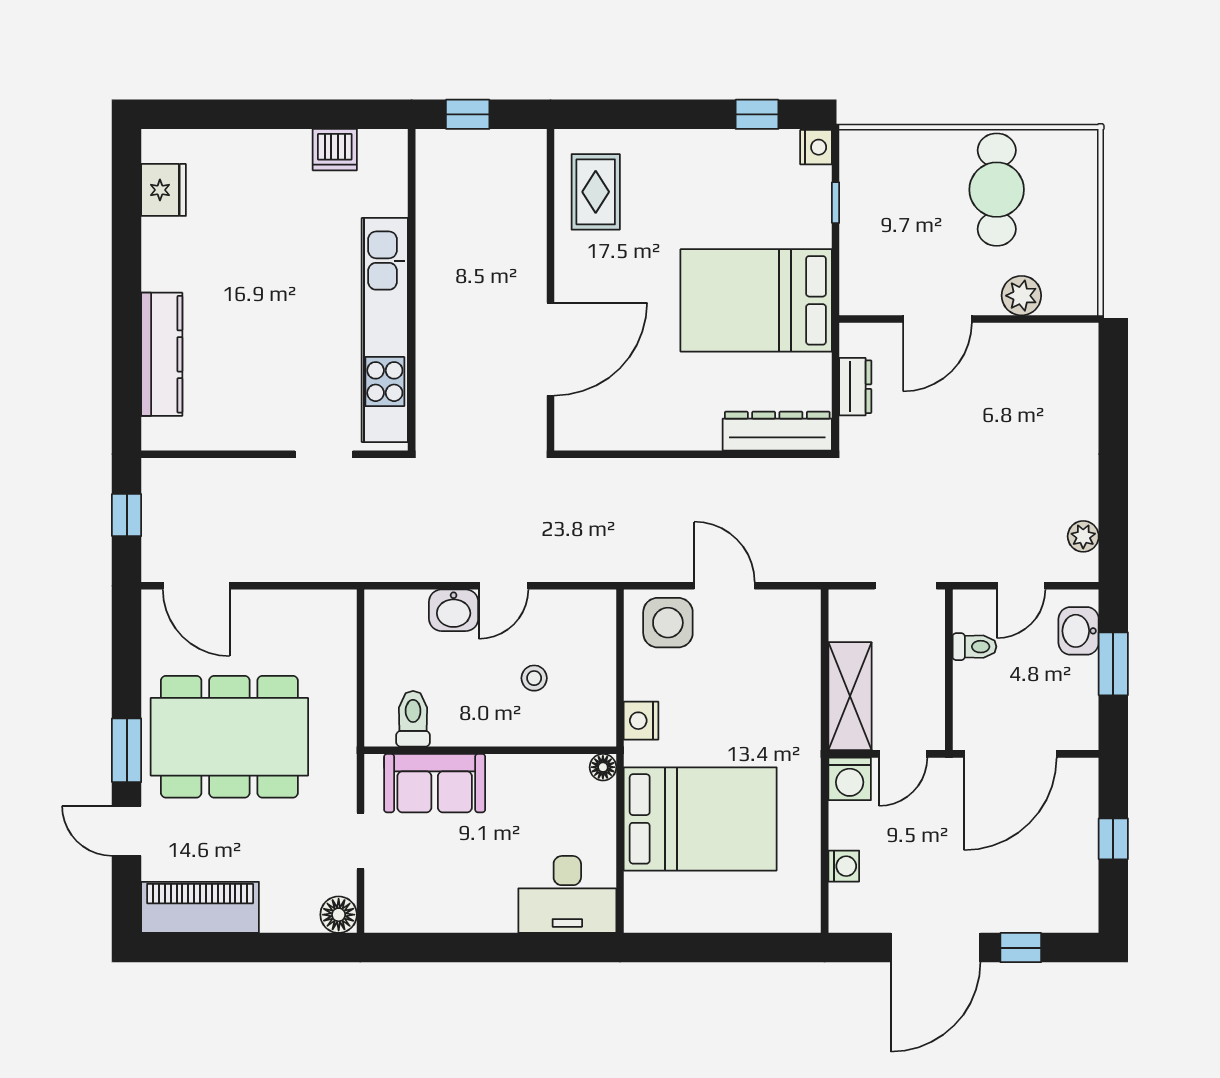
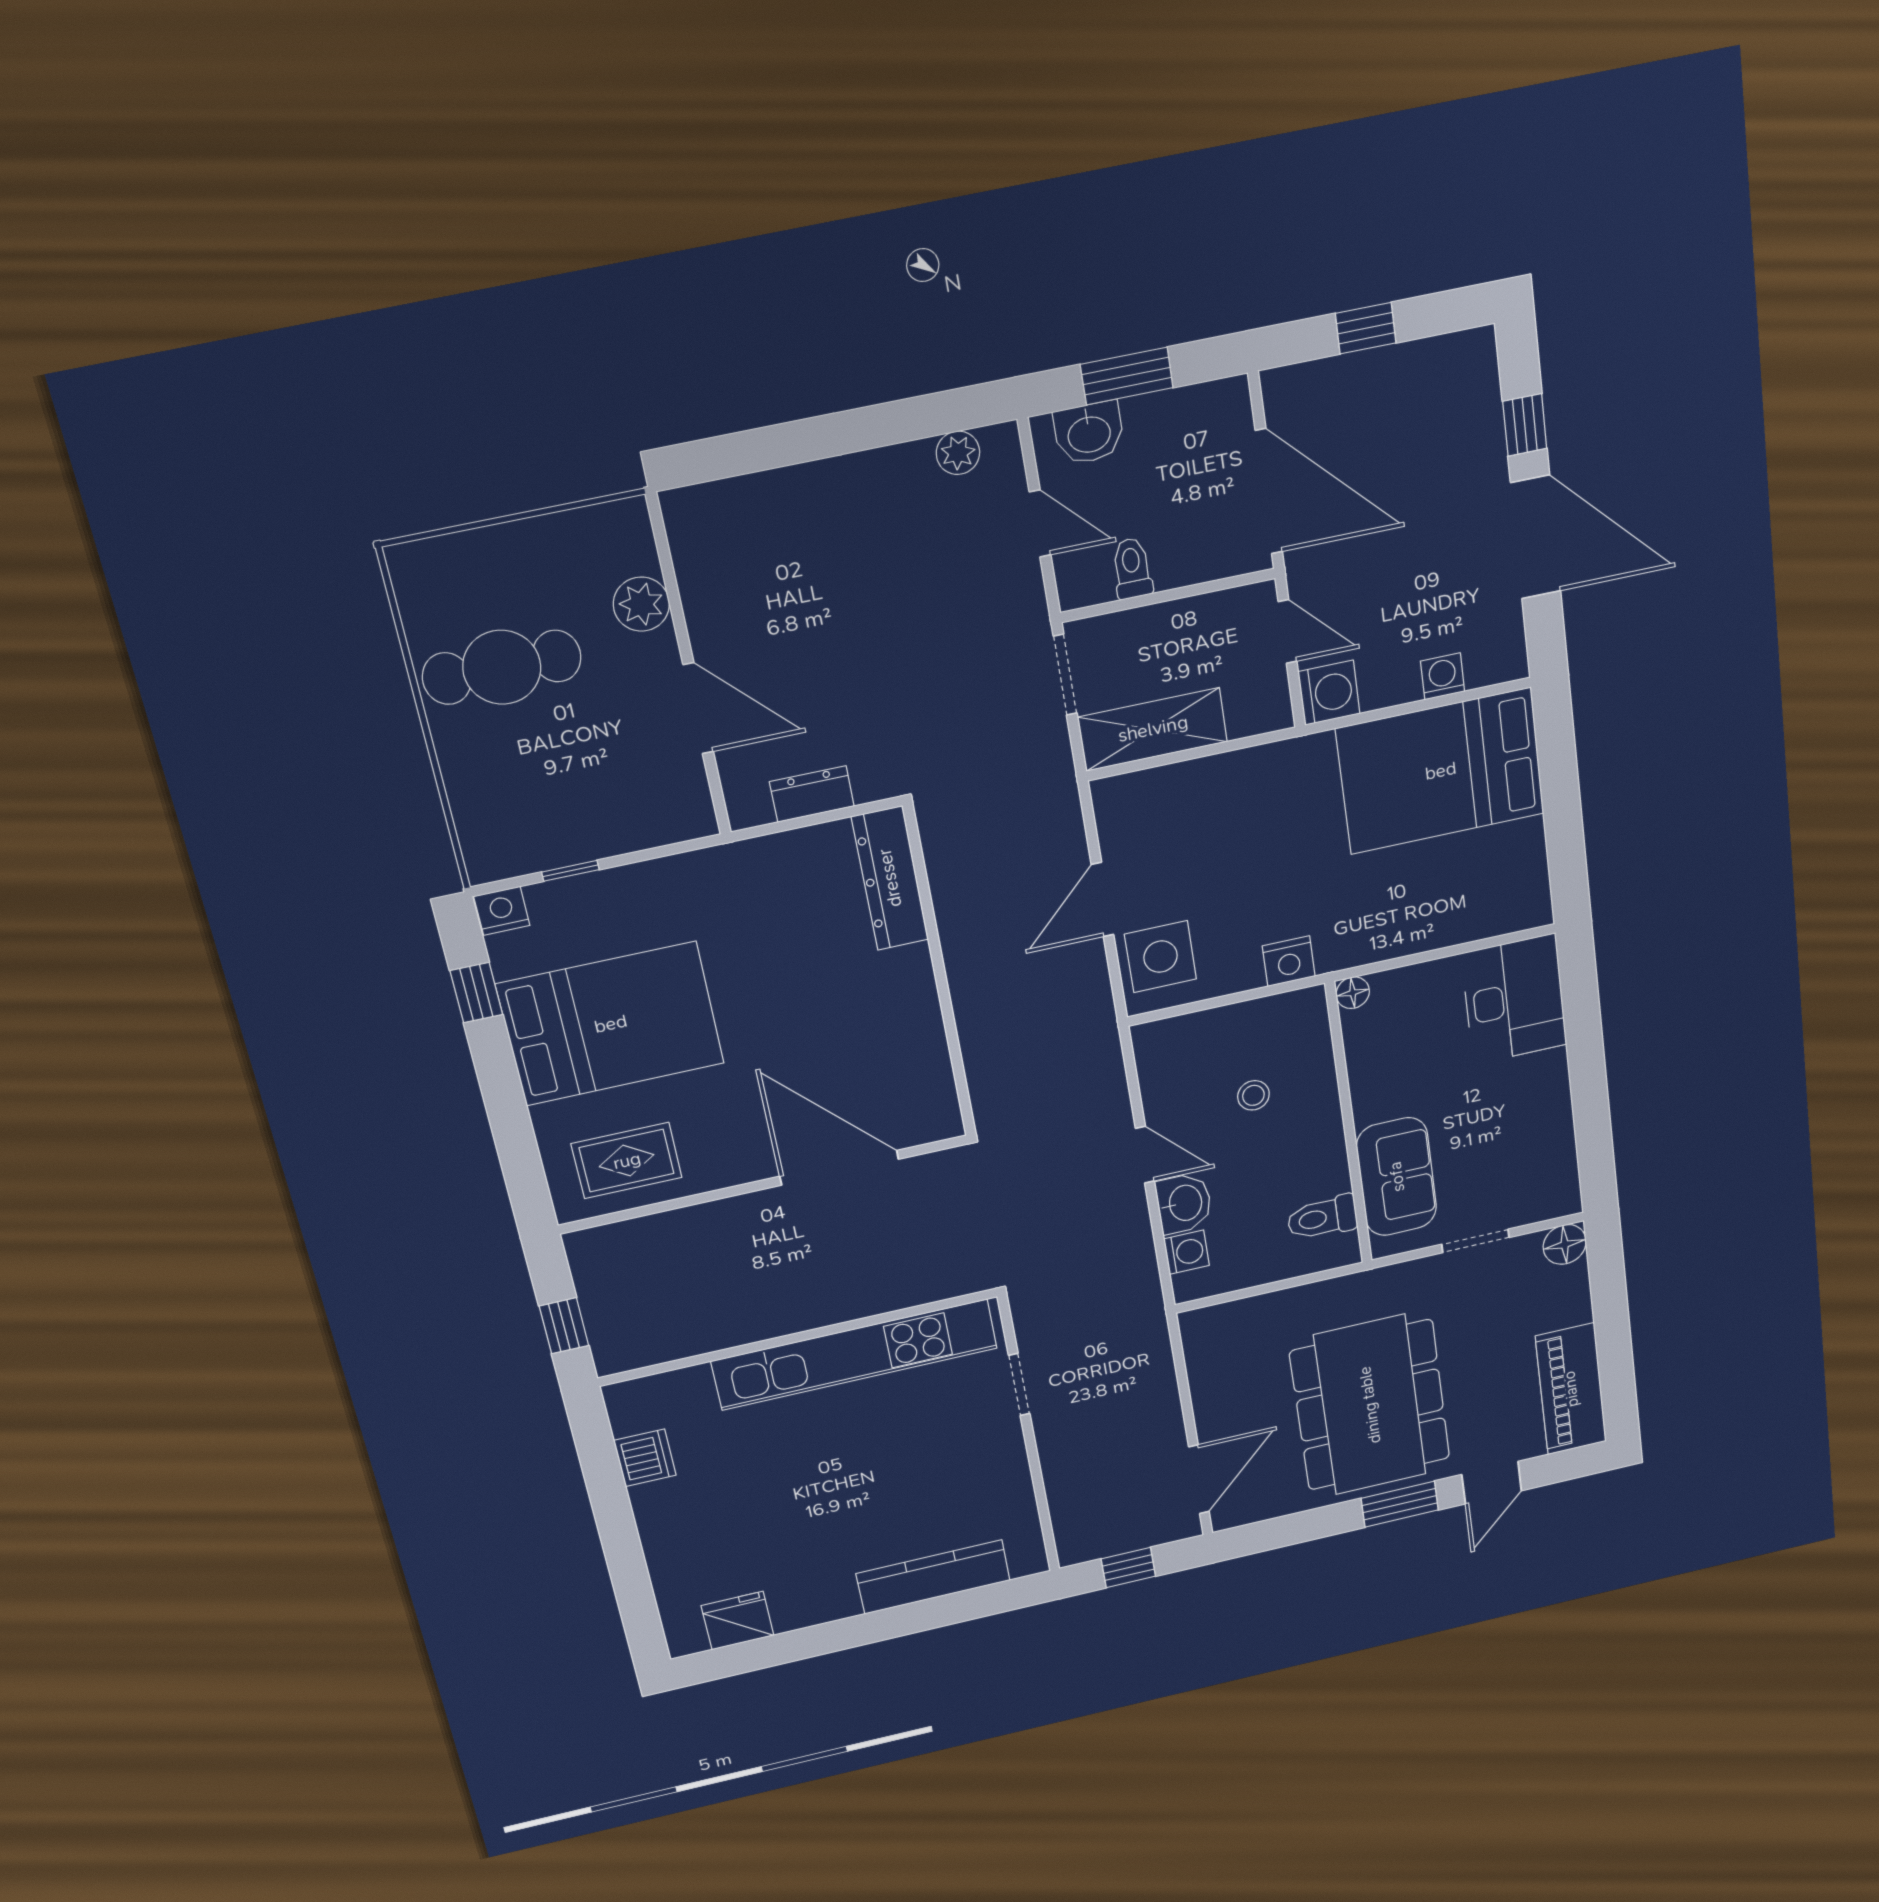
bed: (756, 300) -> (611, 1024), moved, turned -90
washing machine: (410, 606) -> (1187, 1252), added
shelving: (850, 696) -> (1153, 729), moved
bed: (700, 819) -> (1441, 771), moved, turned -90

